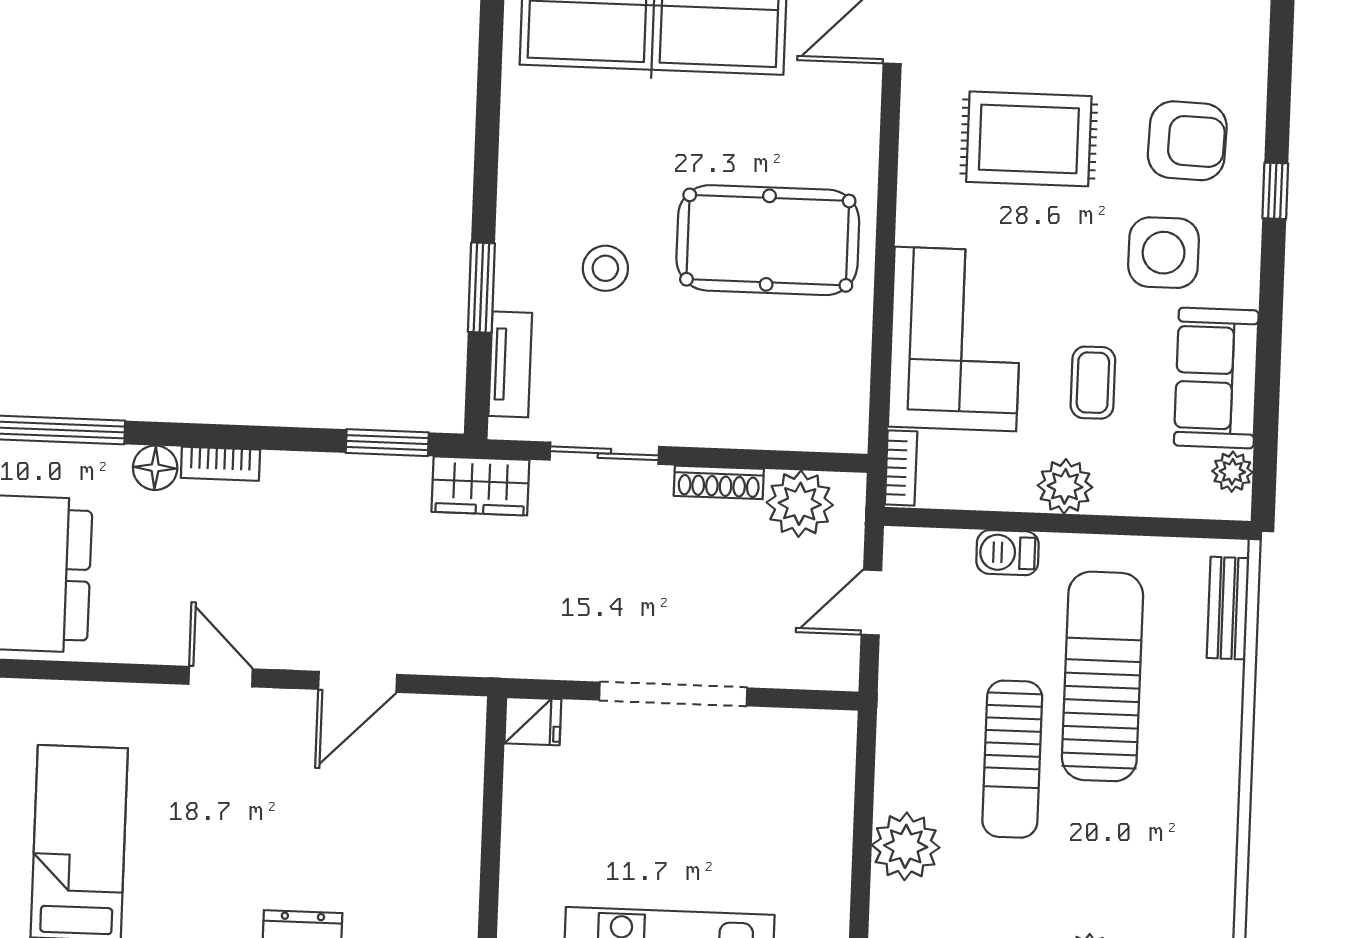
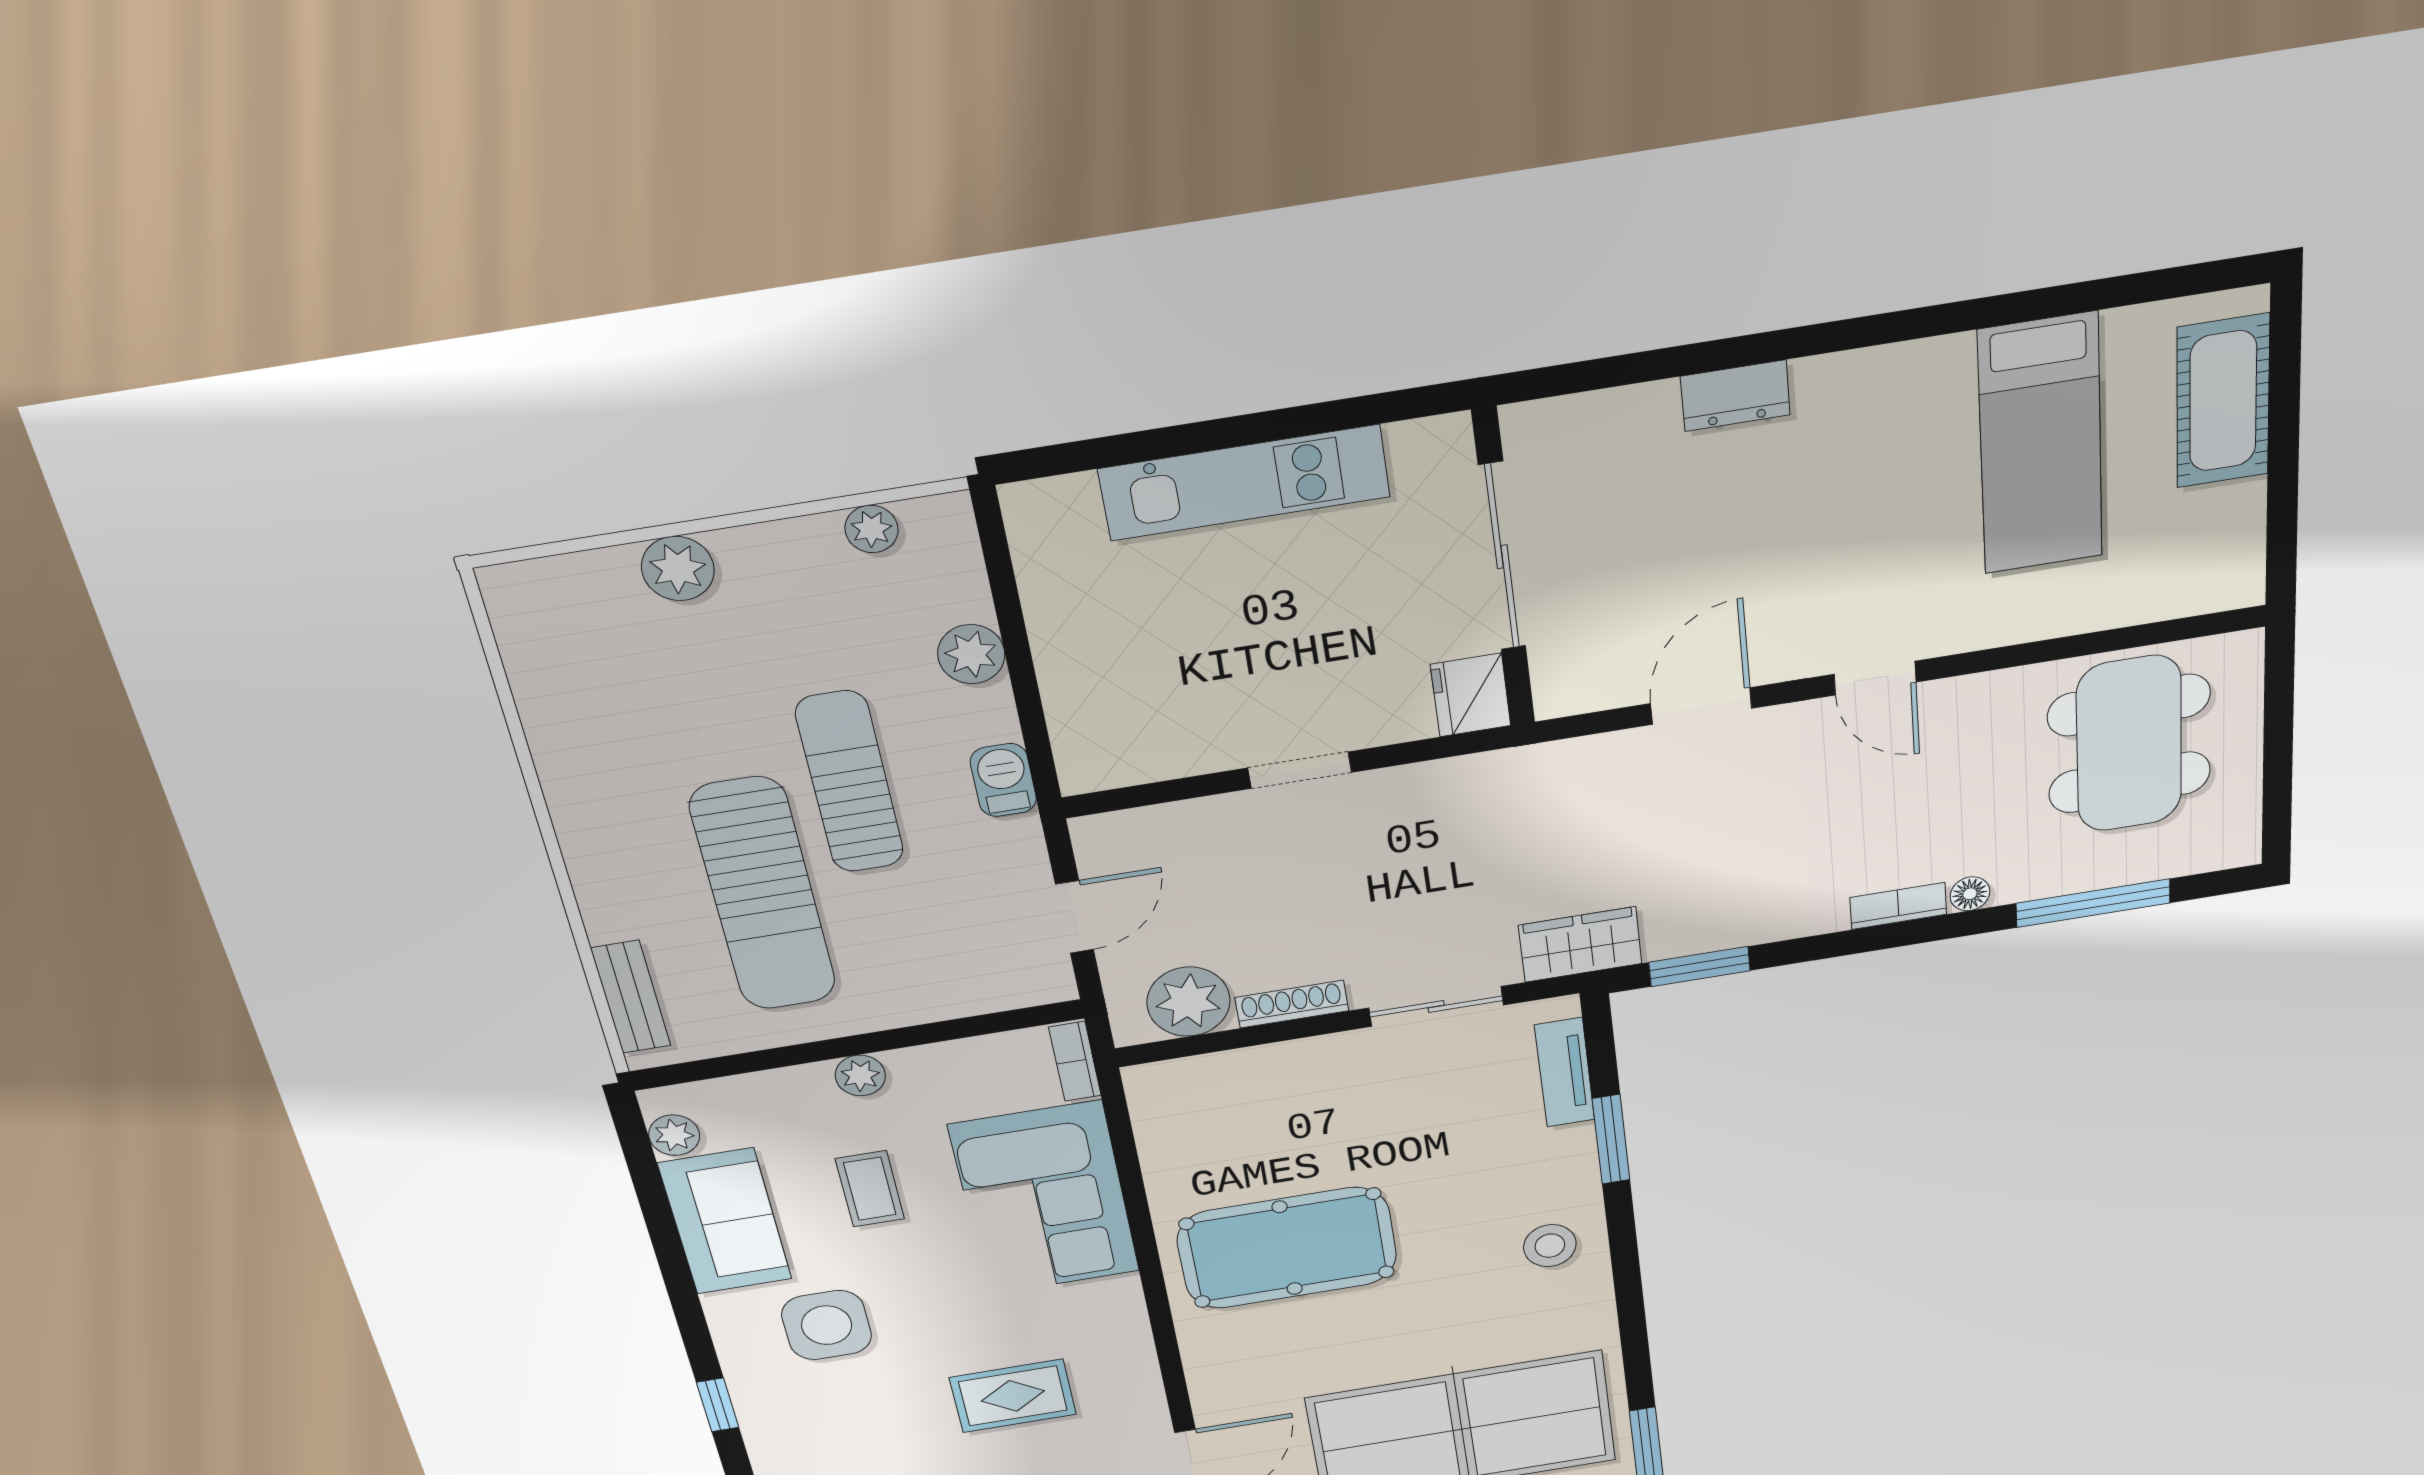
rug: (1029, 139) -> (1013, 1396), width x0.73, depth x0.70
armchair: (1187, 141) -> (833, 1429), removed
stool: (605, 268) -> (1550, 1246), moved
floor lamp: (155, 468) -> (1970, 894), width x0.73, depth x0.73
plant: (1065, 486) -> (860, 1075), width x0.73, depth x0.73
barbecue: (1007, 553) -> (1003, 780), moved, turned -90
doorway: (673, 694) -> (1300, 770), width x0.53
fridge: (533, 721) -> (1471, 695), width x1.38
sliding door: (491, 841) -> (1502, 557), added
plant: (906, 846) -> (971, 654), width x0.73, depth x0.73

